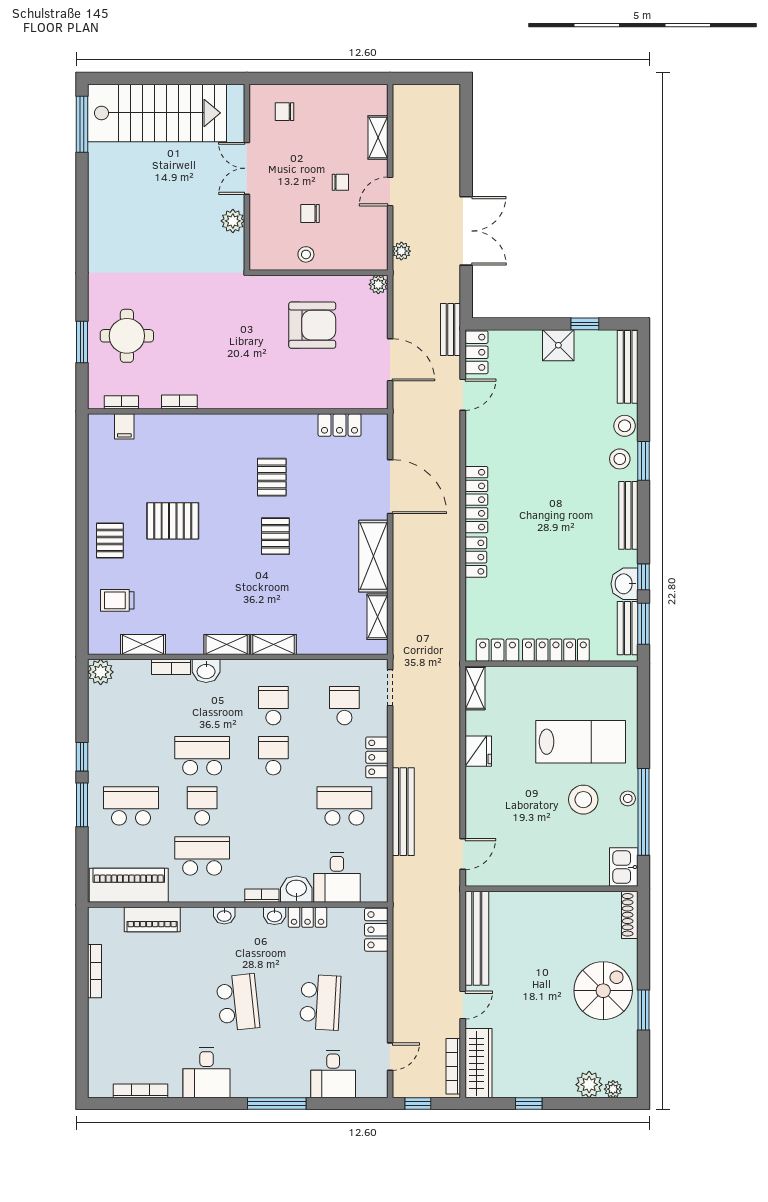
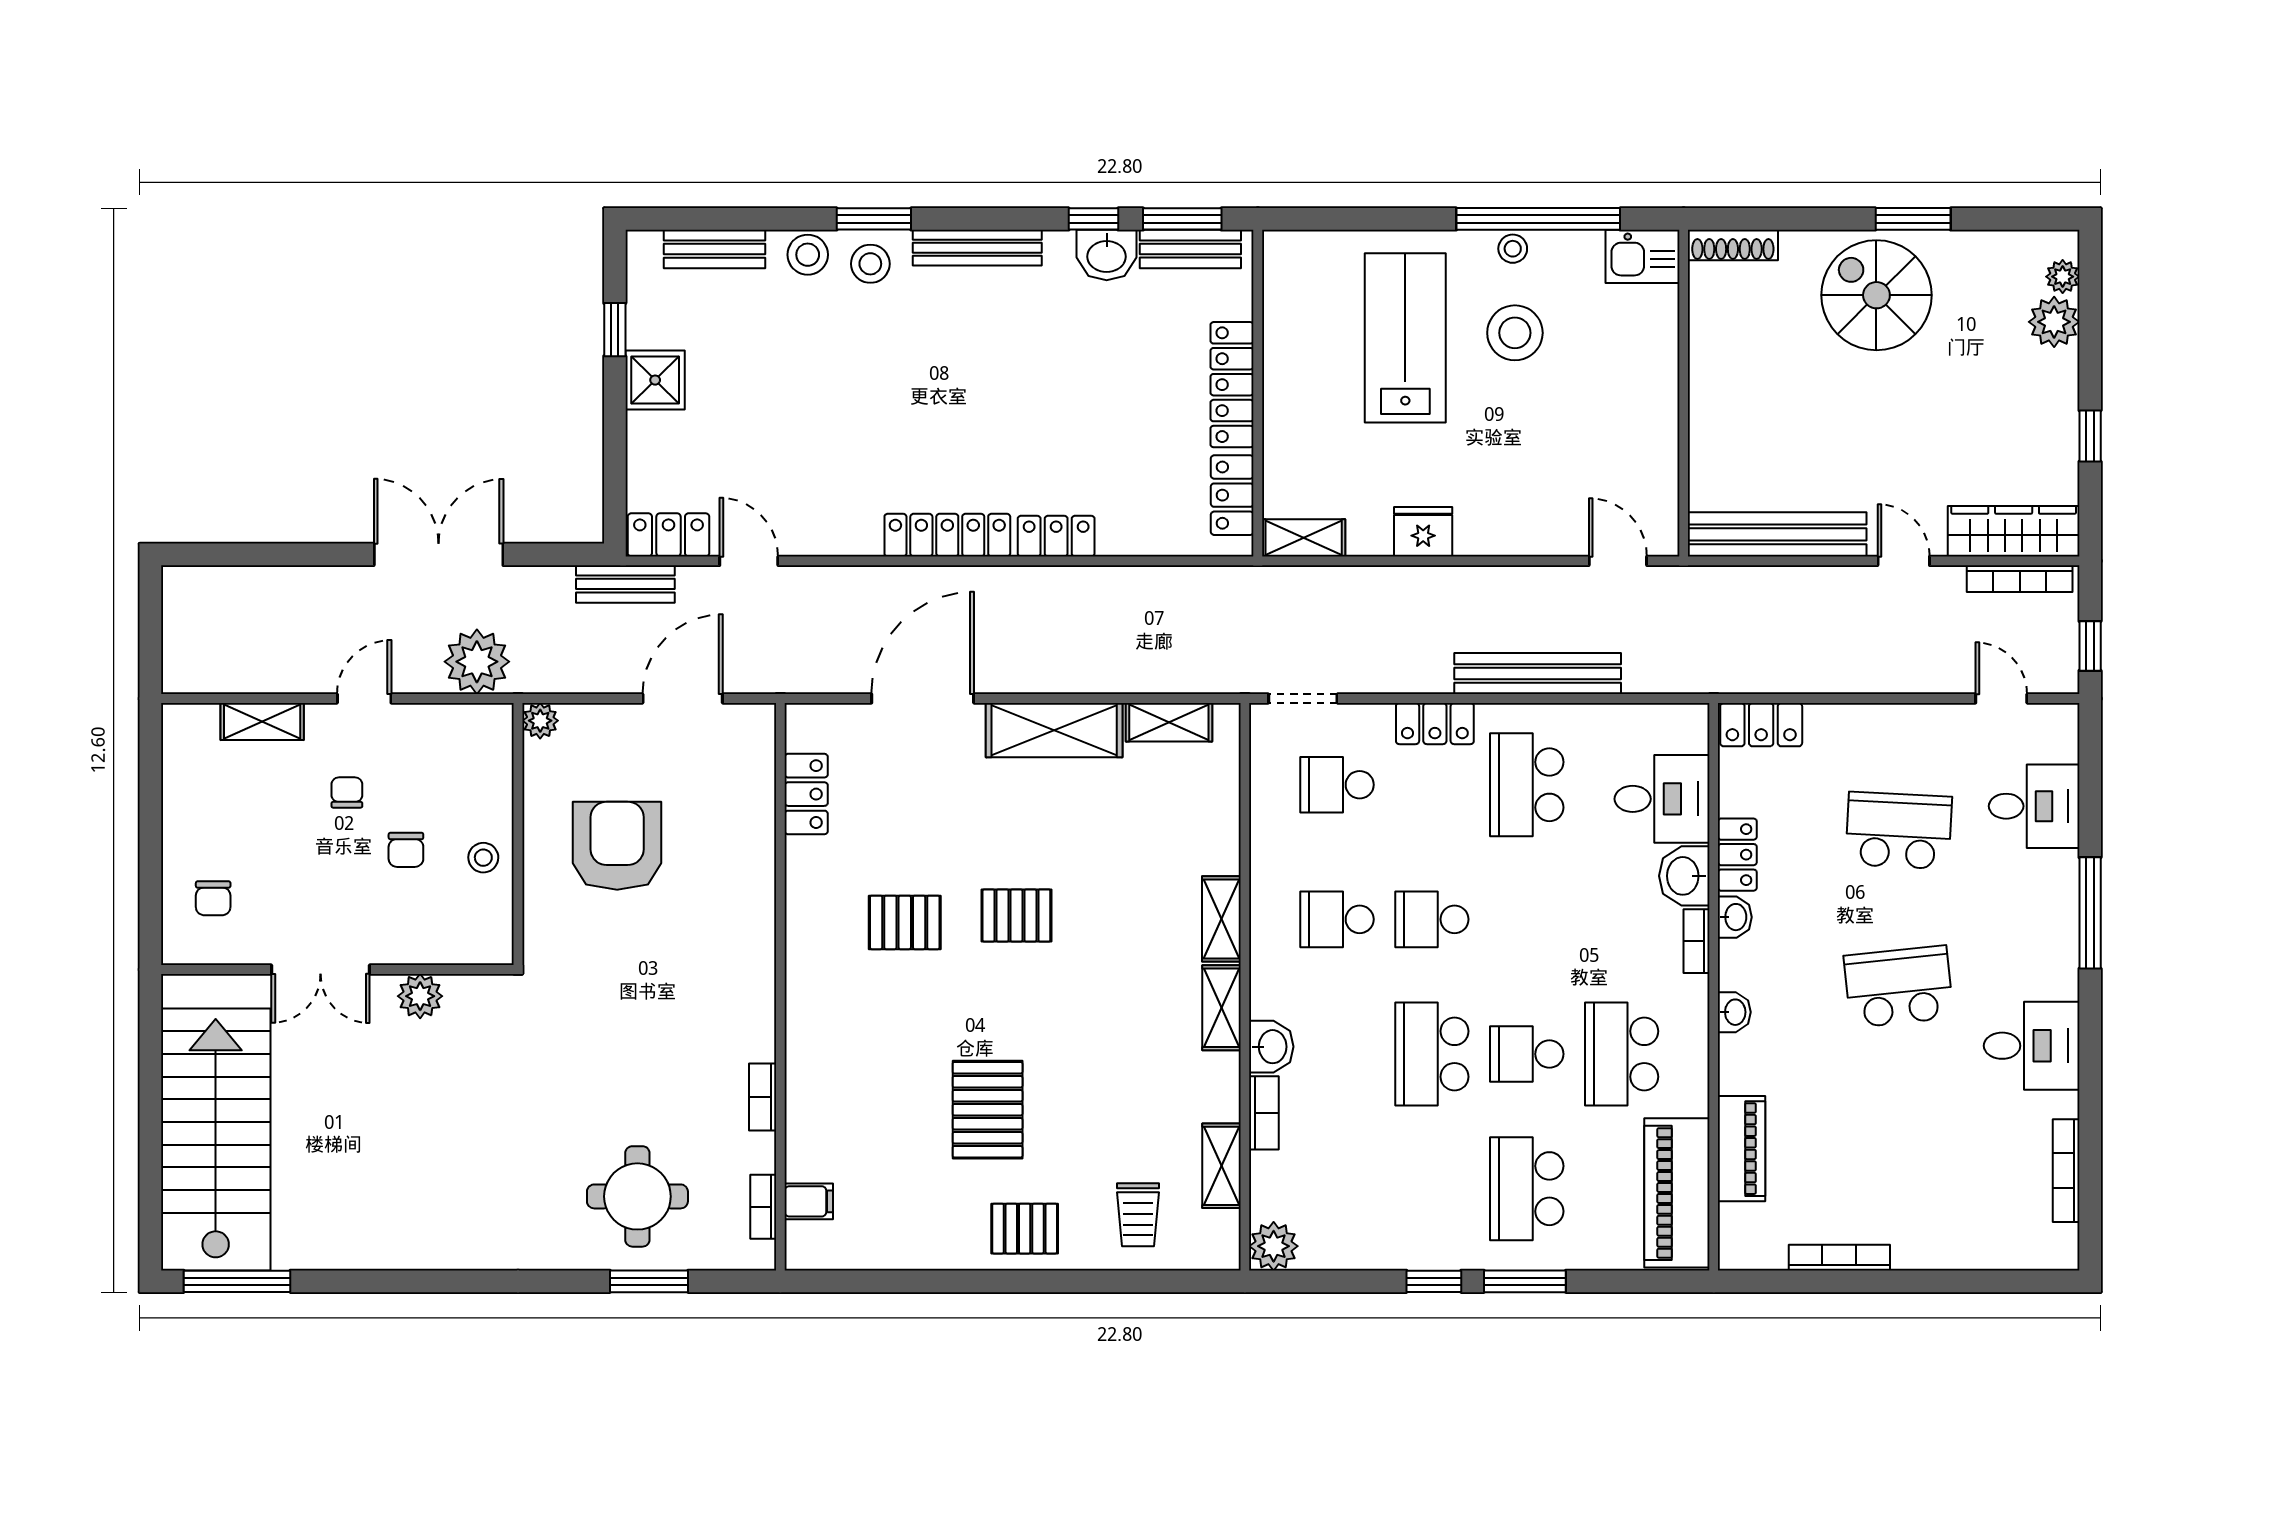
door: (390, 191) -> (364, 699), swing flipped
plant: (401, 251) -> (477, 662), width x1.88, depth x1.88
bench: (628, 367) -> (714, 249), width x0.73

